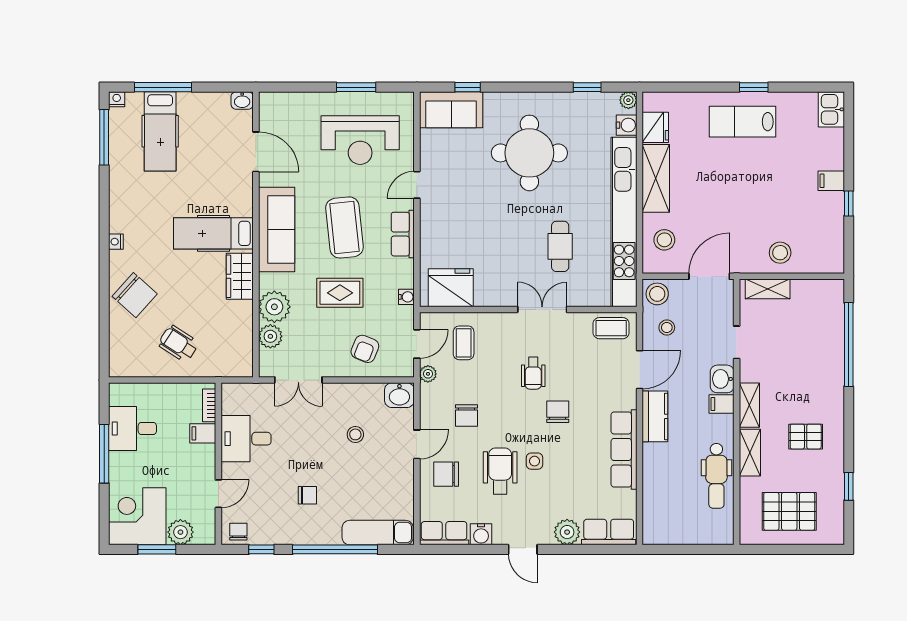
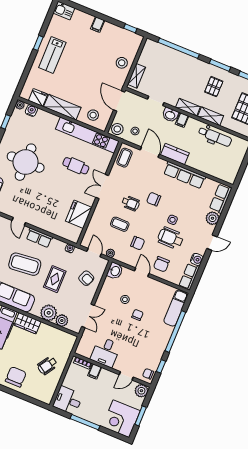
window: (849, 204) -> (130, 28), moved
kitchen unit: (624, 222) -> (87, 135), width x0.73
fridge: (451, 288) -> (79, 214), moved
chair: (135, 295) -> (16, 377), turned -42
coffee table: (464, 343) -> (120, 224), moved
desk: (132, 428) -> (68, 400), moved, turned 90
window: (849, 432) -> (220, 65), added
door: (218, 494) -> (126, 376), swing flipped
chair: (307, 495) -> (137, 315), moved
plant: (180, 532) -> (141, 391), moved

